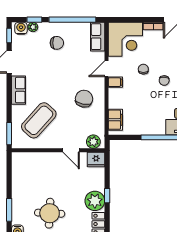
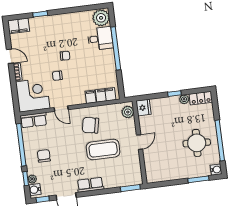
filing cabinet: (115, 82) -> (91, 97), moved
coffee table: (39, 120) -> (103, 150), moved, turned -42
door: (71, 150) -> (140, 142), moved
plant: (95, 201) -> (184, 99), width x0.53, depth x0.53

